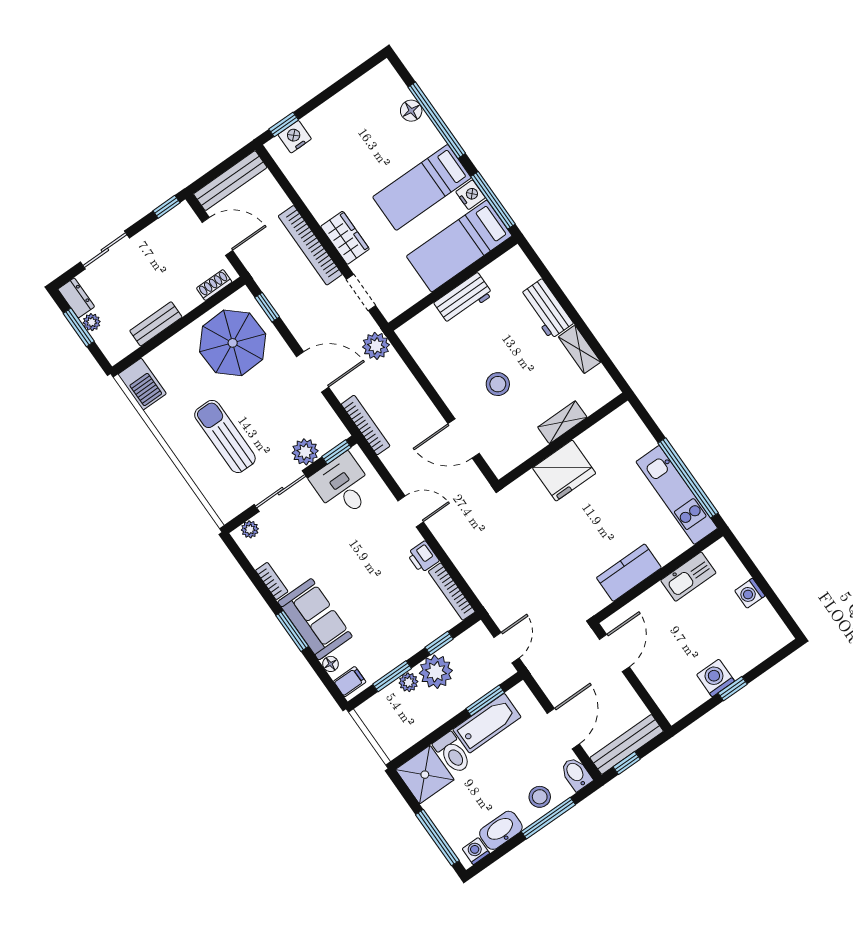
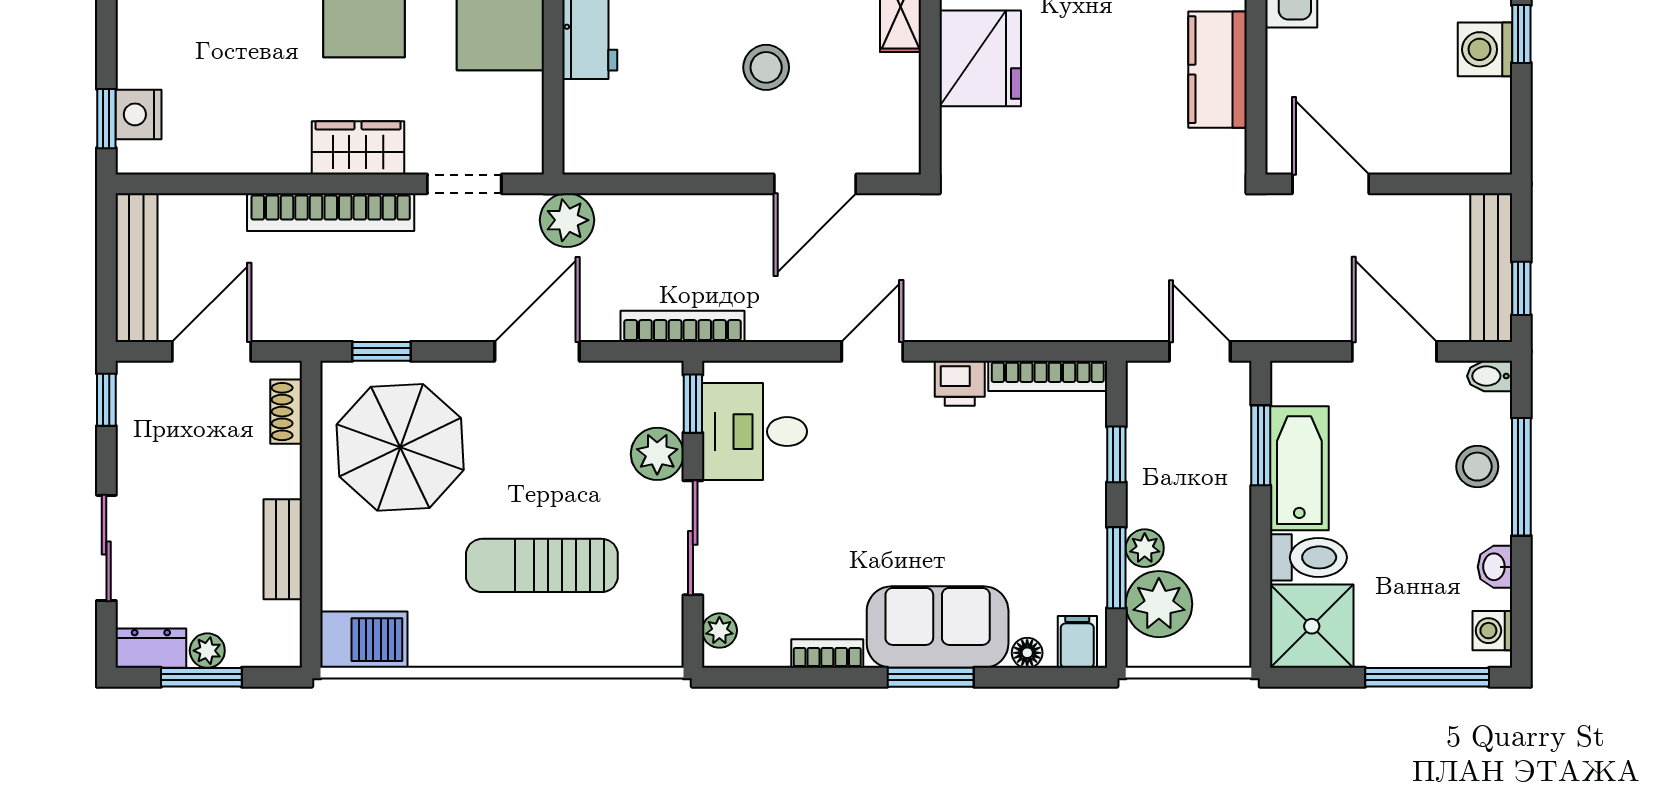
plant: (436, 672) -> (1159, 604), moved
bidet: (576, 774) -> (1490, 376), width x0.72, depth x0.74
washbasin: (501, 830) -> (1495, 567), width x0.52, depth x0.69

